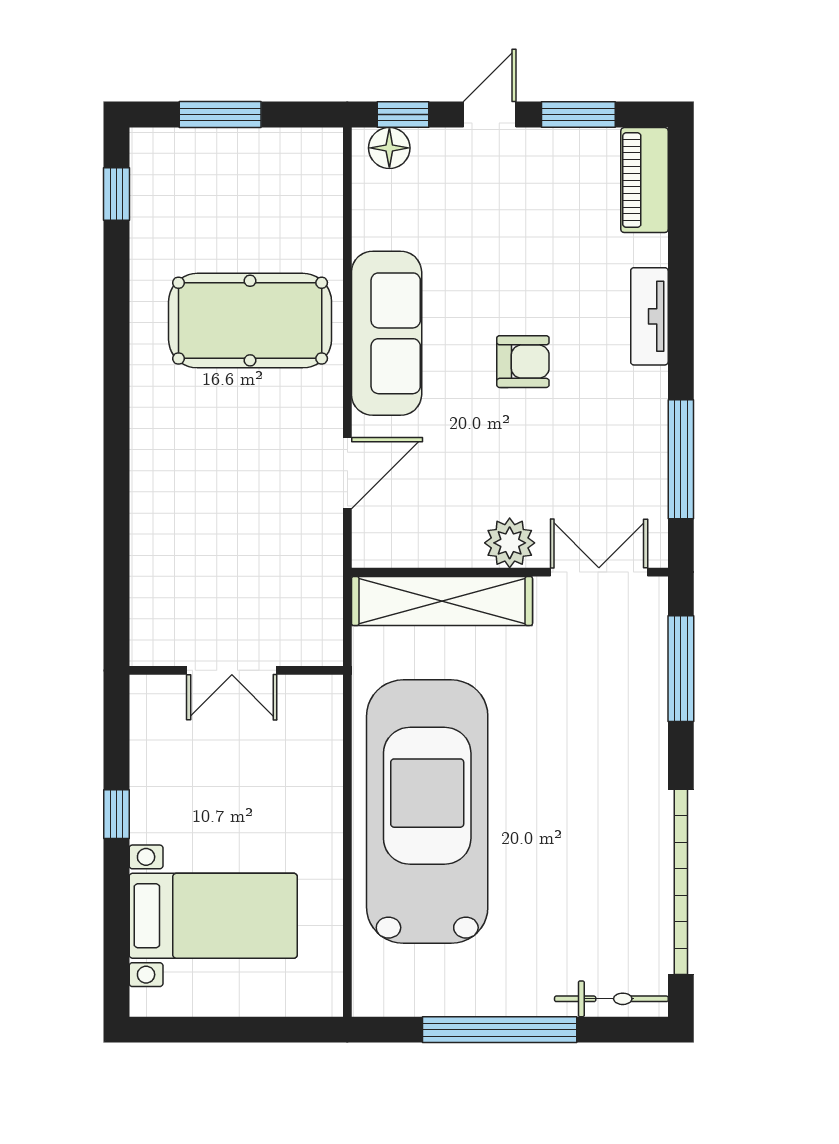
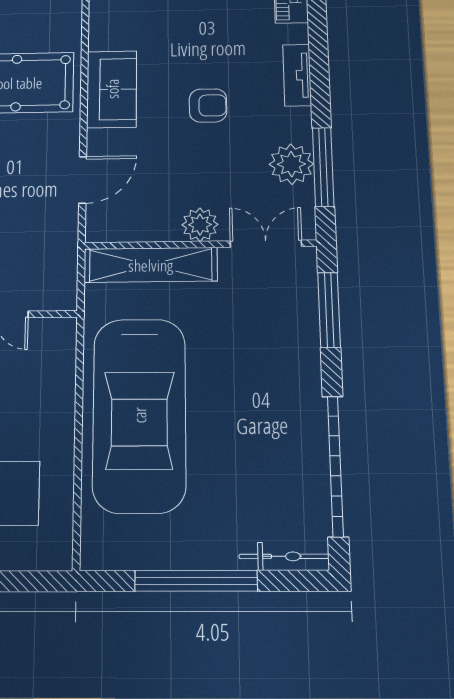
sofa: (387, 333) -> (112, 89), width x0.73
plant: (637, 454) -> (291, 164), added
car: (427, 812) -> (139, 415), turned 180

